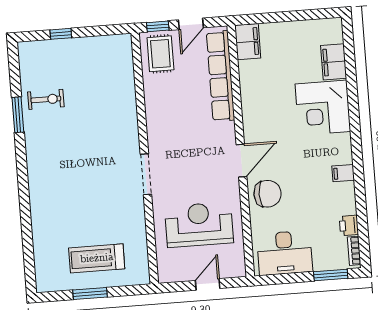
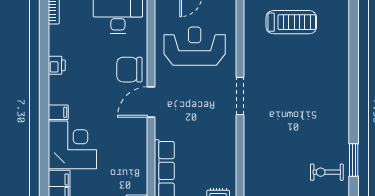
filing cabinet: (343, 173) -> (58, 112), moved
reception desk: (199, 225) -> (195, 46), turned 180
printer: (349, 225) -> (57, 65), moved

